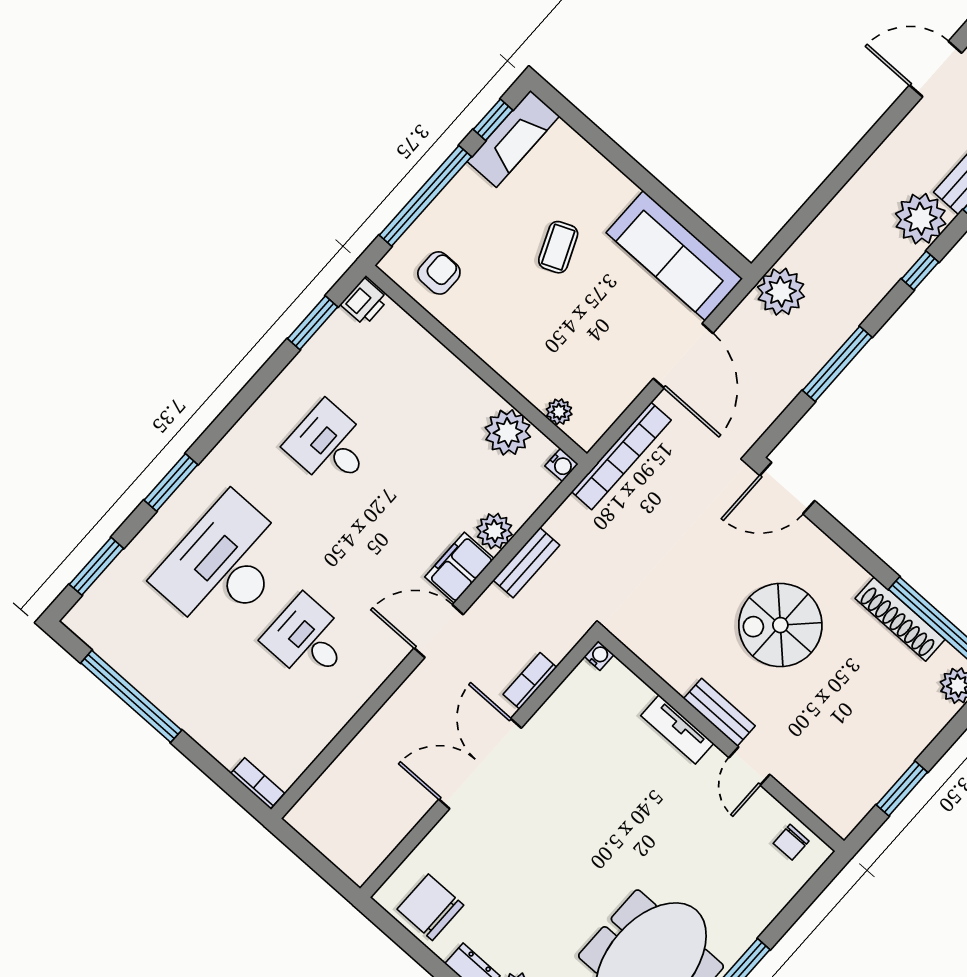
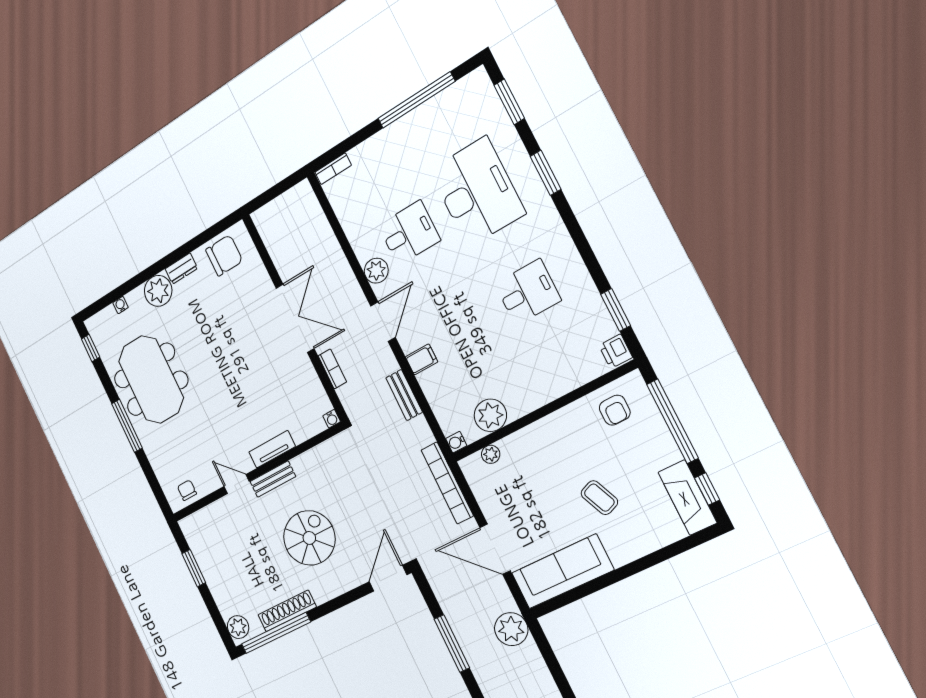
plant: (495, 531) -> (376, 271), moved
filing cabinet: (459, 568) -> (422, 359), width x0.50

